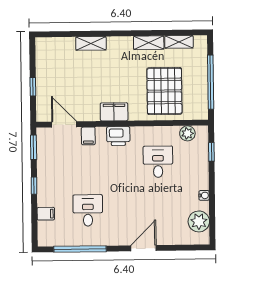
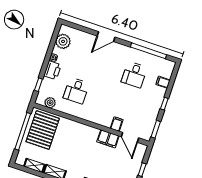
pallet: (164, 91) -> (43, 130), moved
filing cabinet: (114, 112) -> (108, 139), moved
printer: (118, 136) -> (52, 70), moved, turned 90

